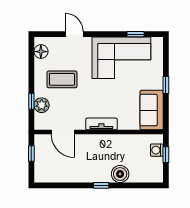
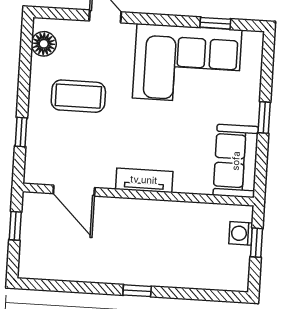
plant: (42, 105) -> (39, 140), removed
boiler: (120, 174) -> (172, 272), removed

